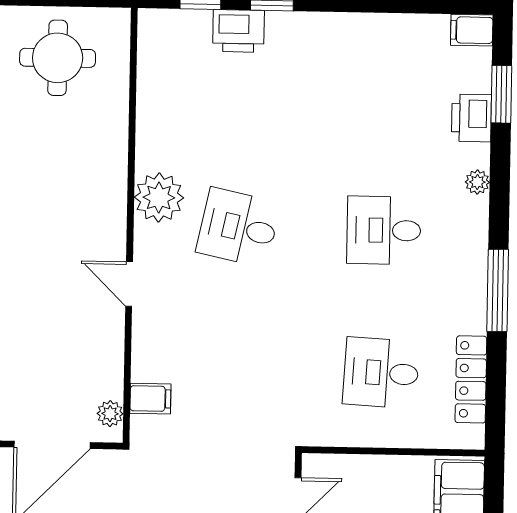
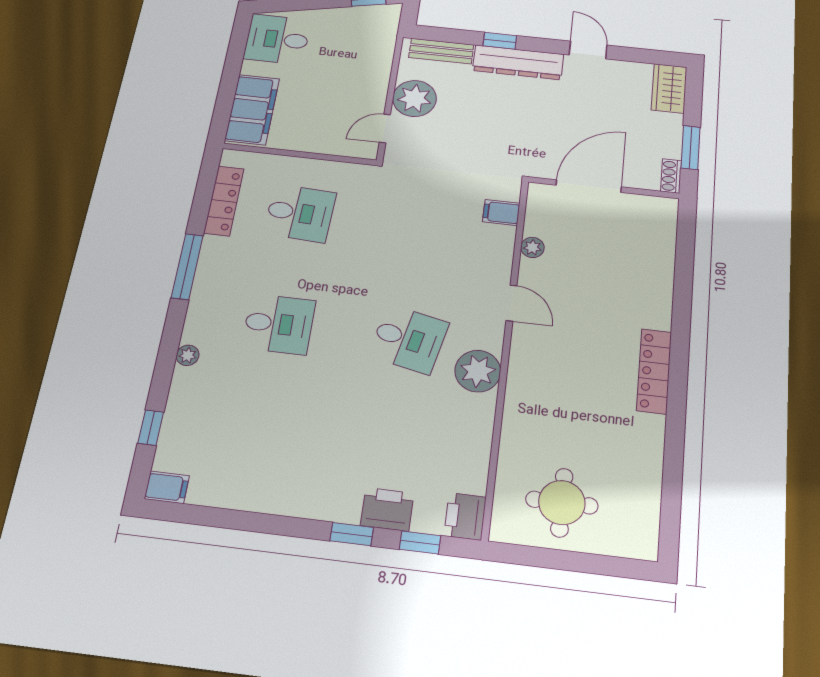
window: (501, 94) -> (151, 428), width x0.67
printer: (471, 118) -> (465, 516), moved, turned 180
plant: (110, 414) -> (532, 247), moved

